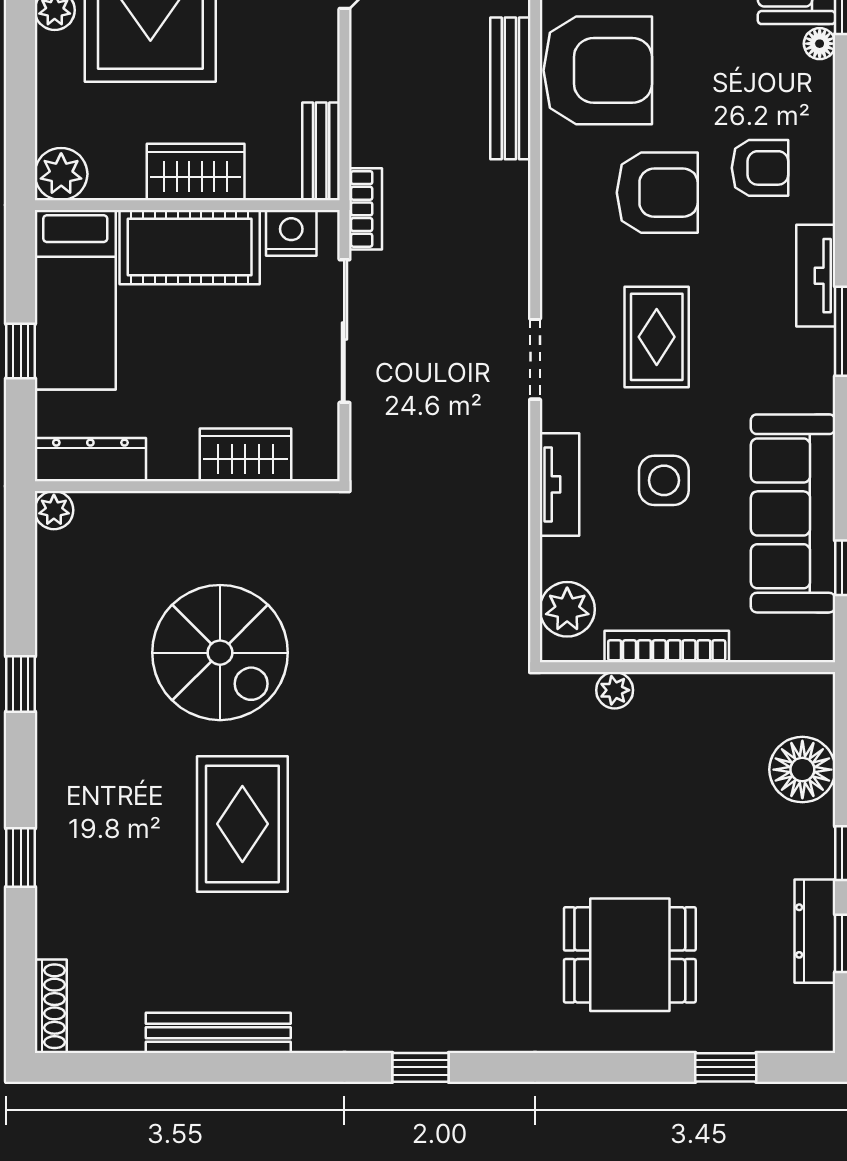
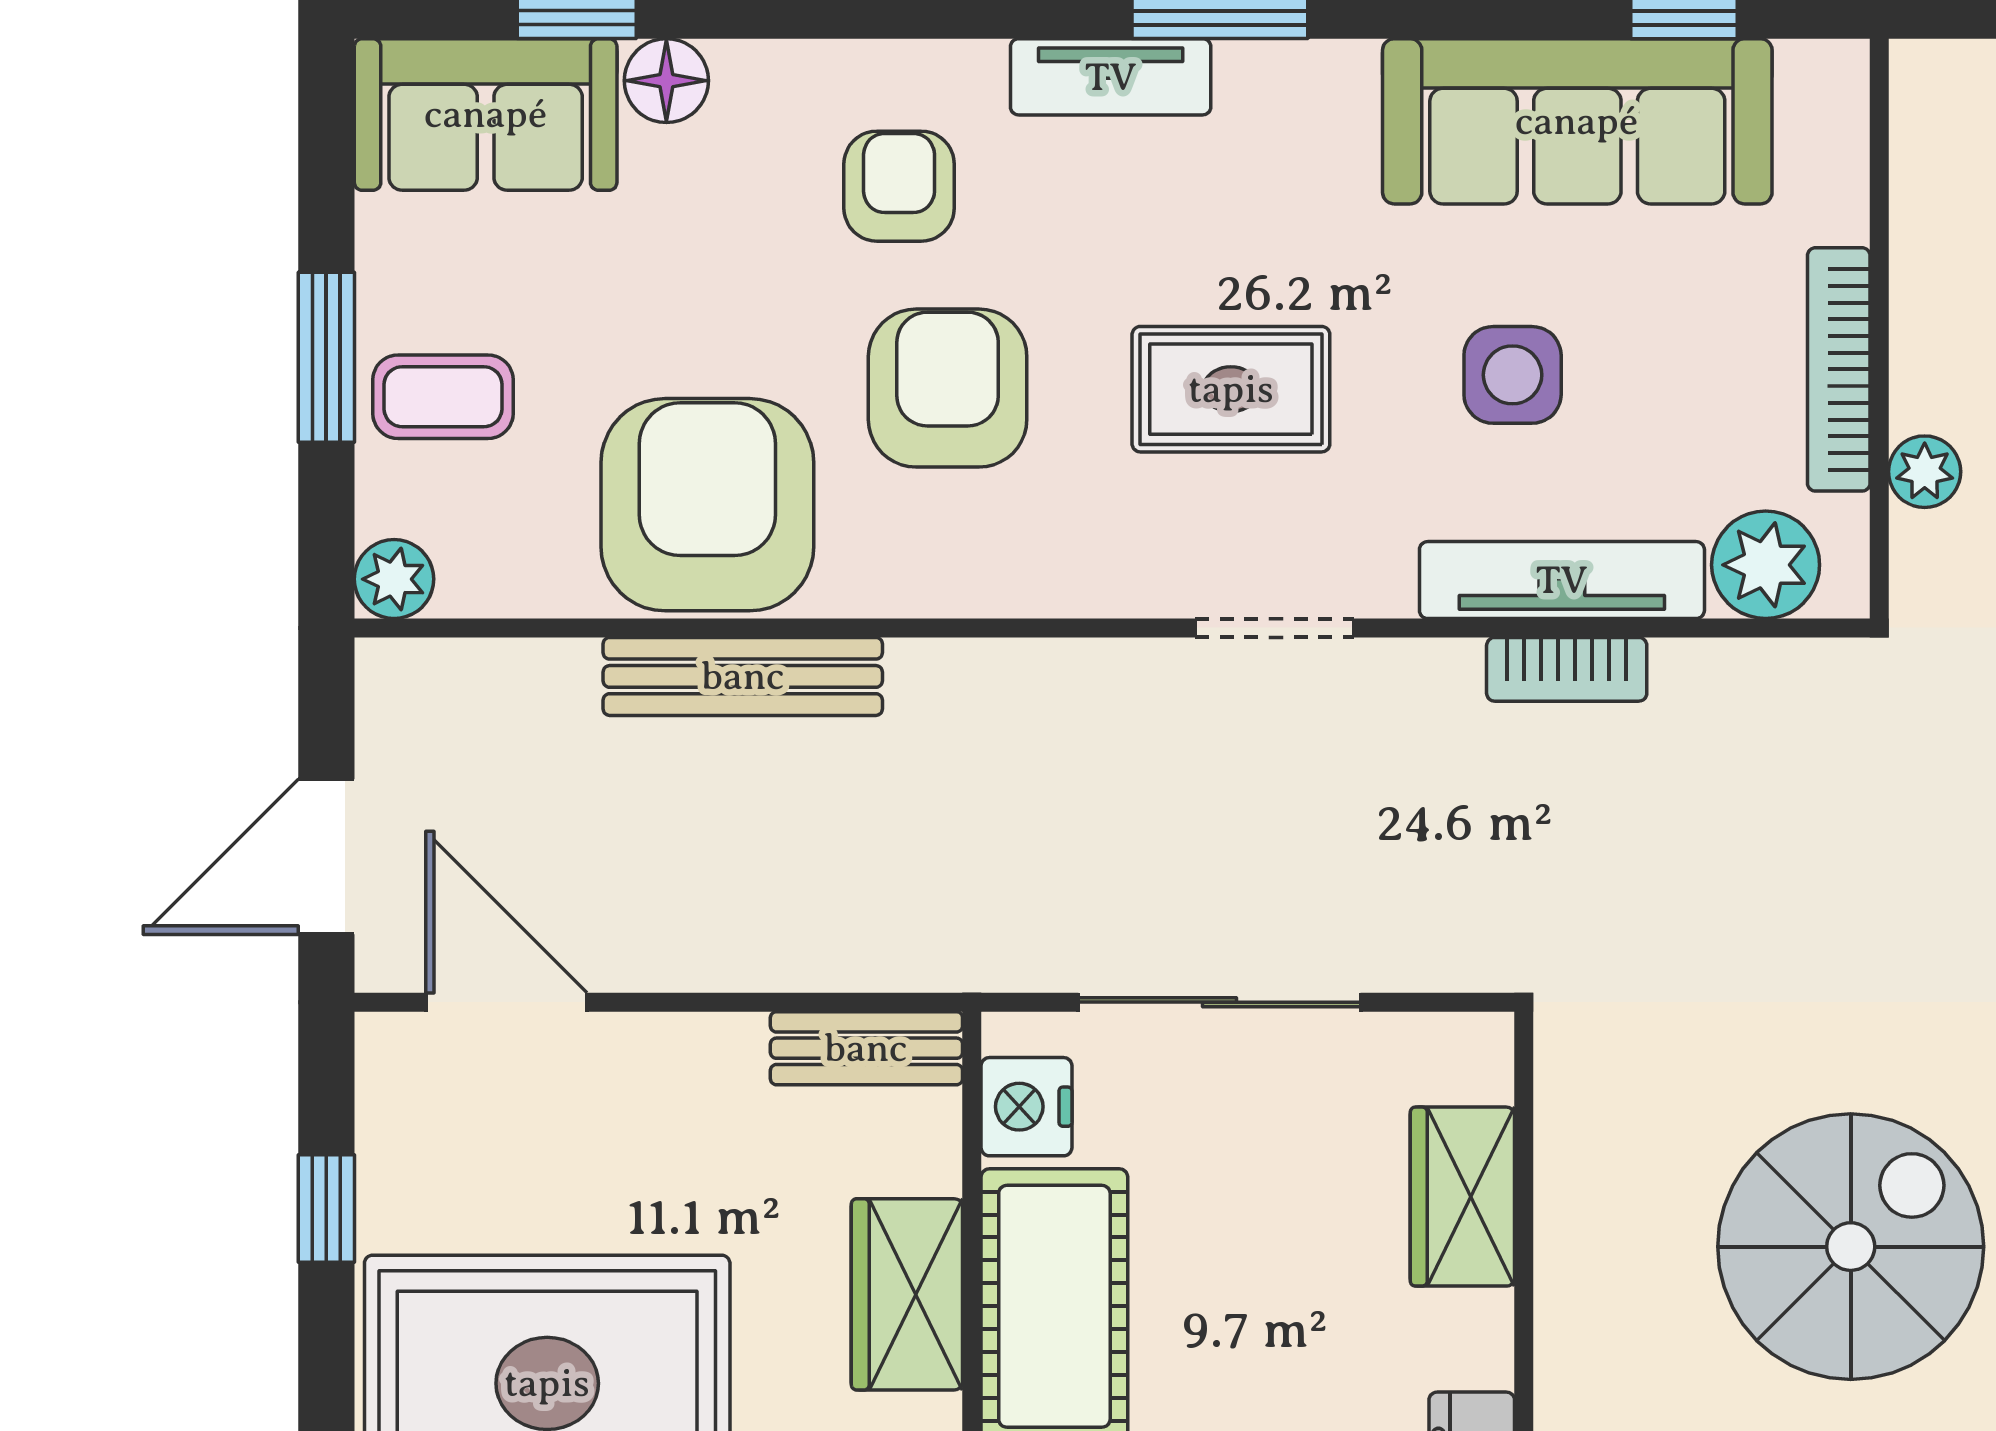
floor lamp: (820, 44) -> (666, 81), width x1.37, depth x1.37
bookcase: (366, 209) -> (1567, 669), moved, turned 180
tv unit: (559, 484) -> (1562, 580), width x1.41

